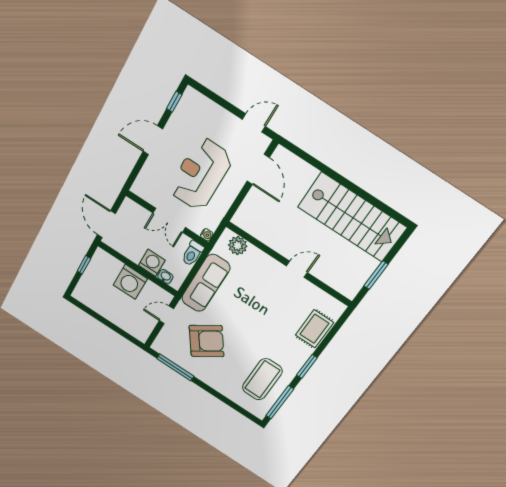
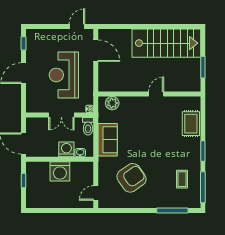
sofa: (206, 283) -> (108, 140), width x0.73
door: (166, 315) -> (96, 193), moved
window: (175, 367) -> (172, 210), moved
coffee table: (262, 379) -> (182, 179), width x0.54, depth x0.58

